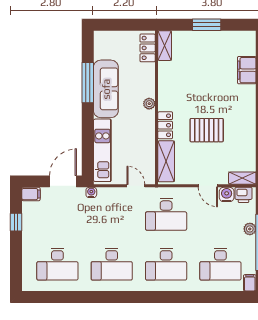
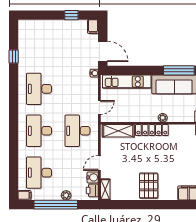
locker: (165, 125) -> (152, 130), width x1.53
pallet: (207, 130) -> (149, 186), moved
desk: (57, 264) -> (39, 47), removed
window: (70, 297) -> (14, 57), added

